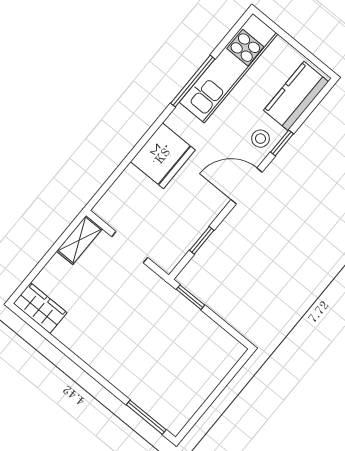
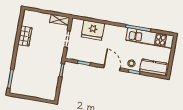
fridge: (163, 156) -> (93, 30), moved
wardrobe: (40, 308) -> (25, 36), moved

